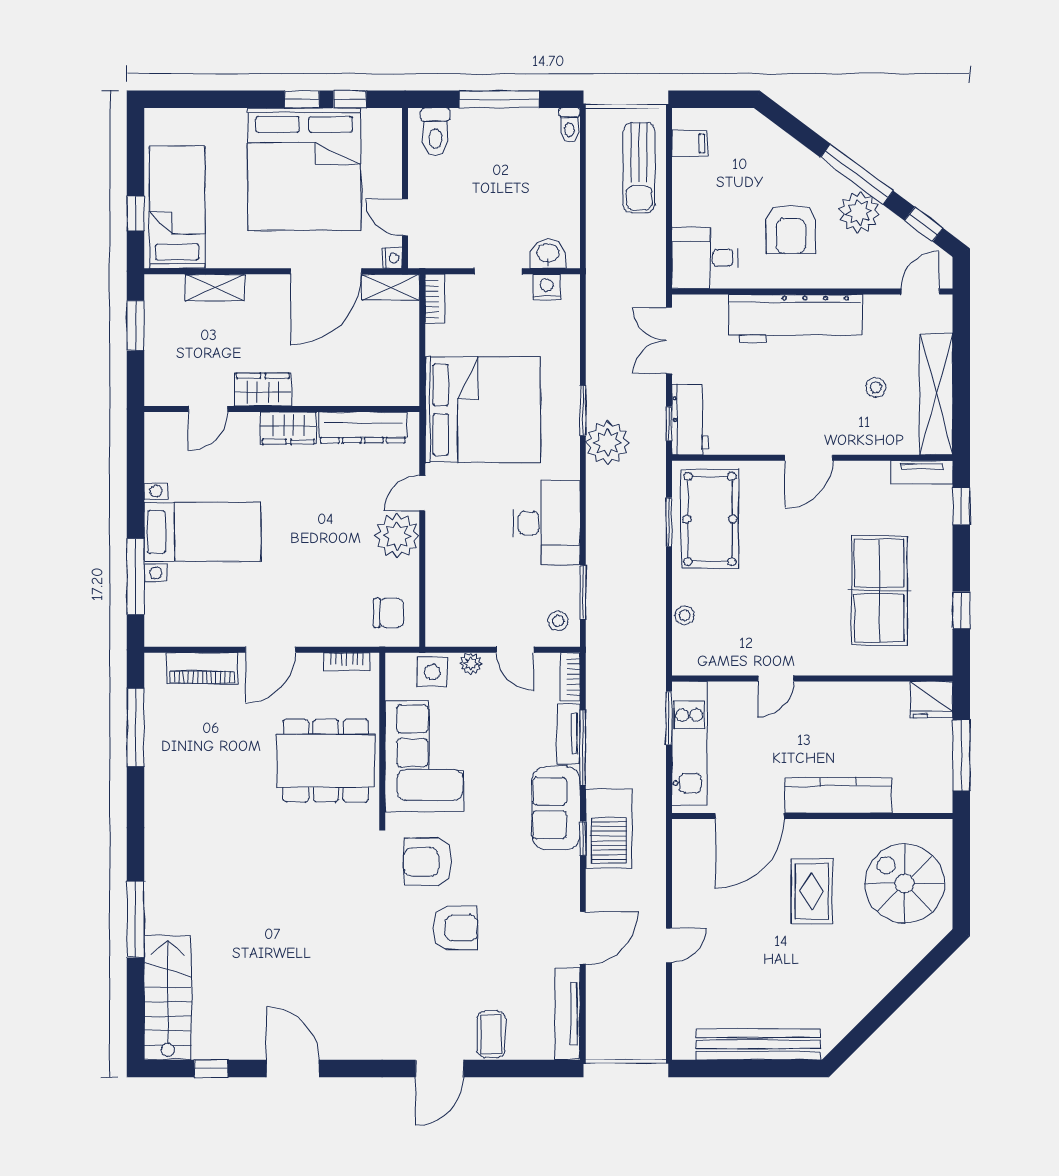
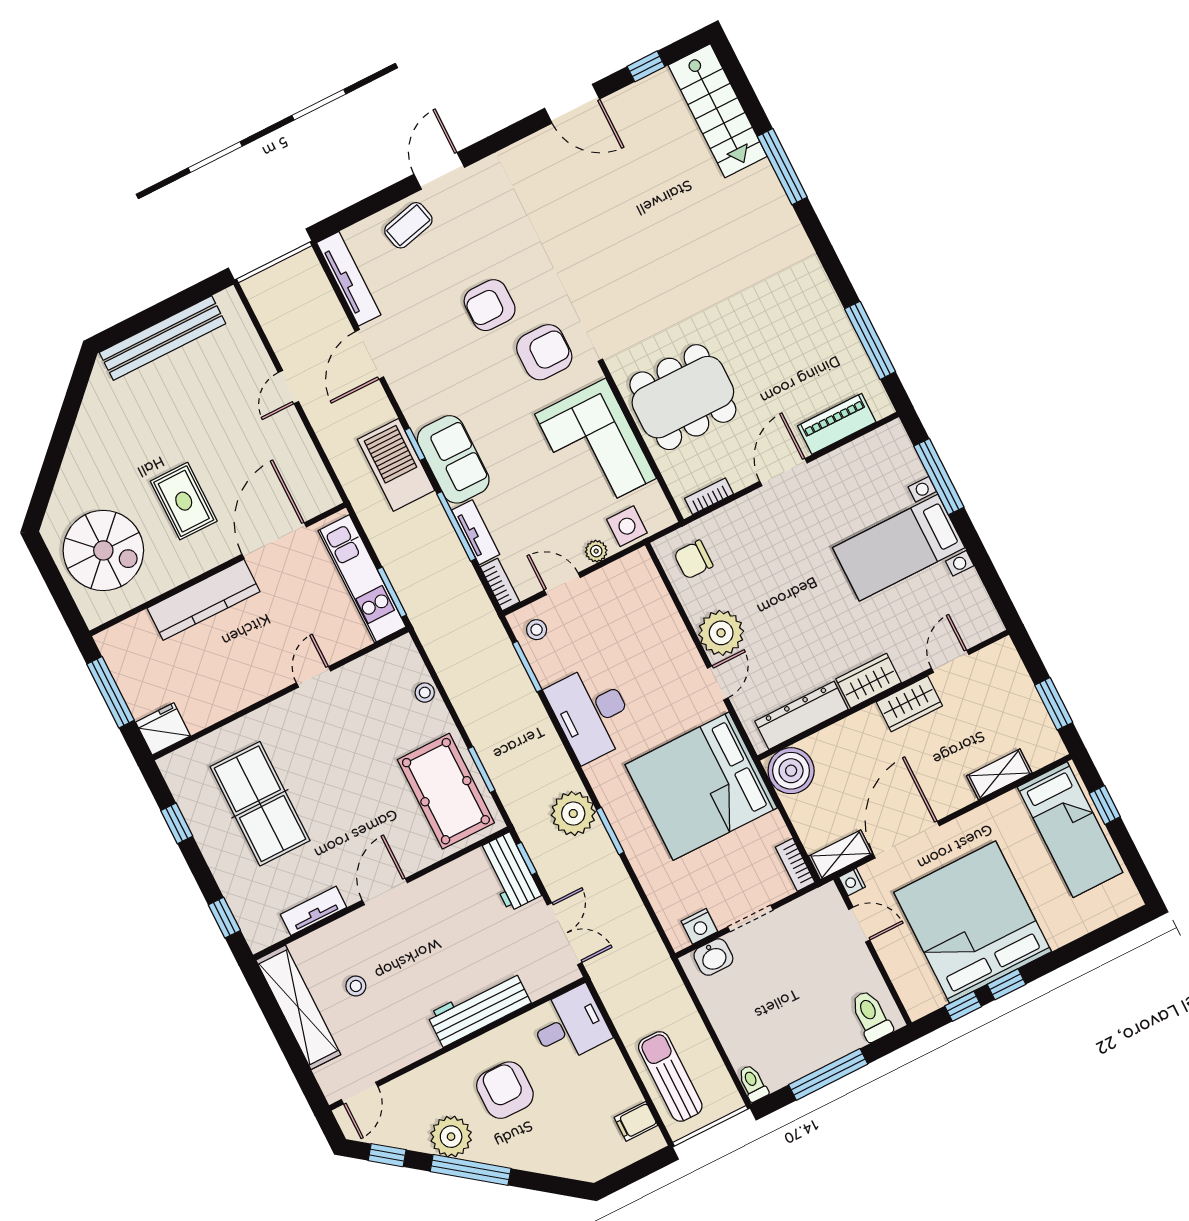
workbench: (795, 318) -> (479, 1009), width x0.73, depth x0.76
boiler: (397, 383) -> (791, 771), added
tv unit: (922, 472) -> (314, 911), moved
coffee table: (491, 1034) -> (408, 225), turned 76

